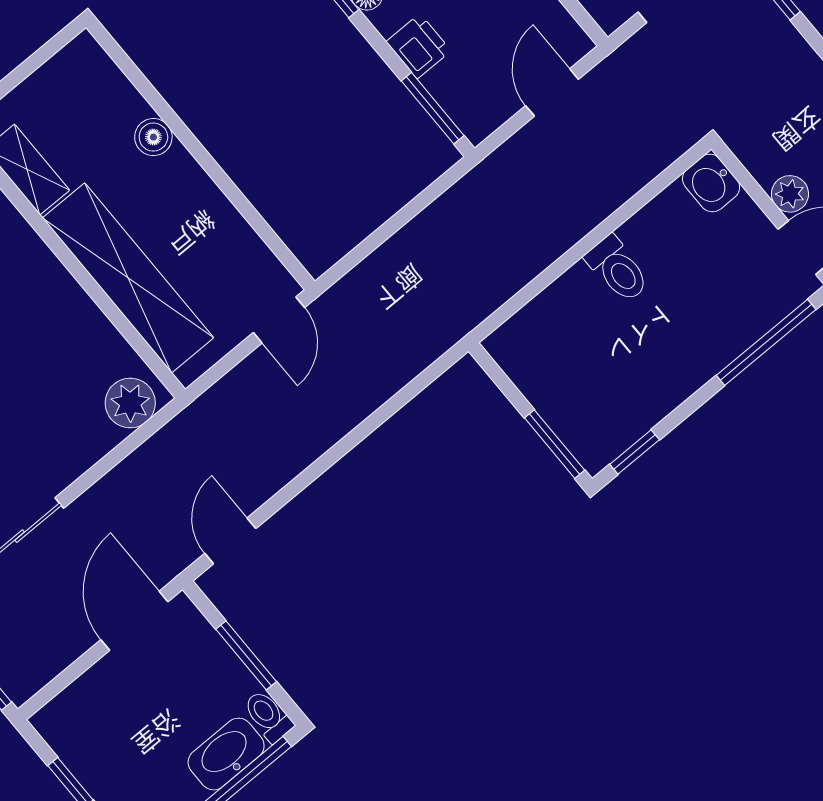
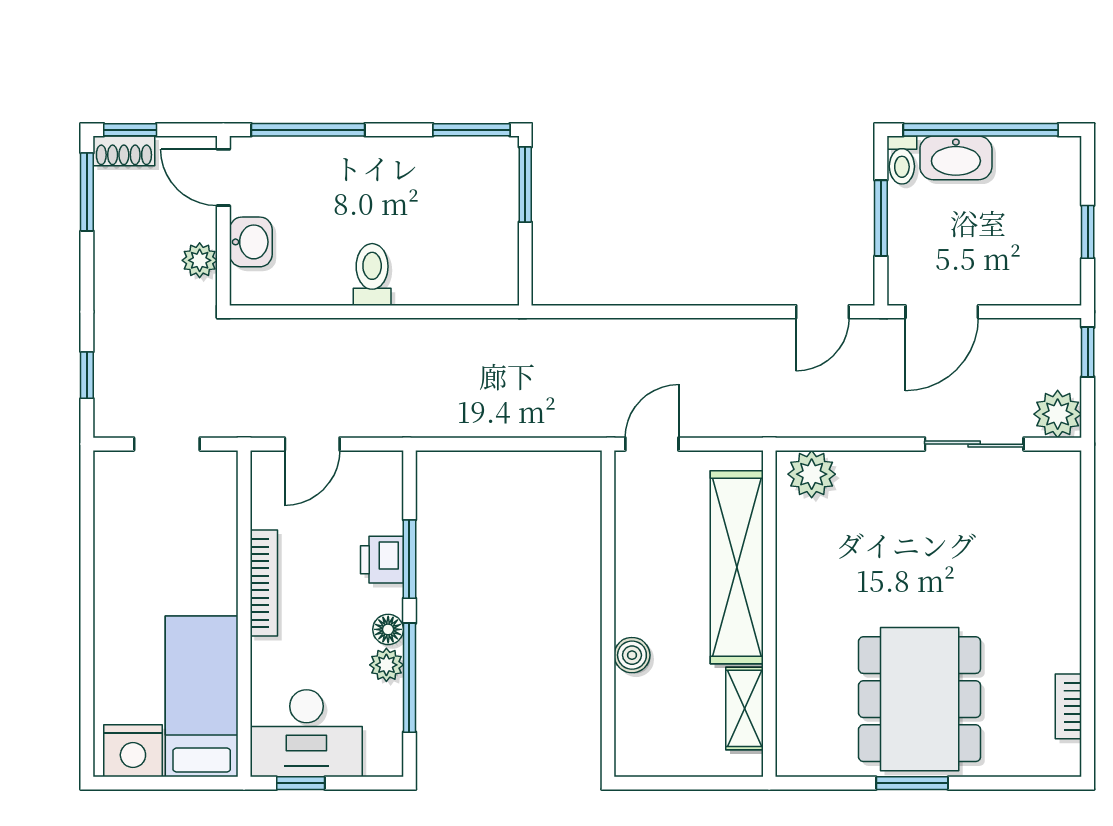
window: (433, 108) -> (409, 559), moved
washbasin: (711, 183) -> (251, 242), moved
plant: (790, 194) -> (200, 260), moved
window: (635, 452) -> (471, 130), width x1.50

